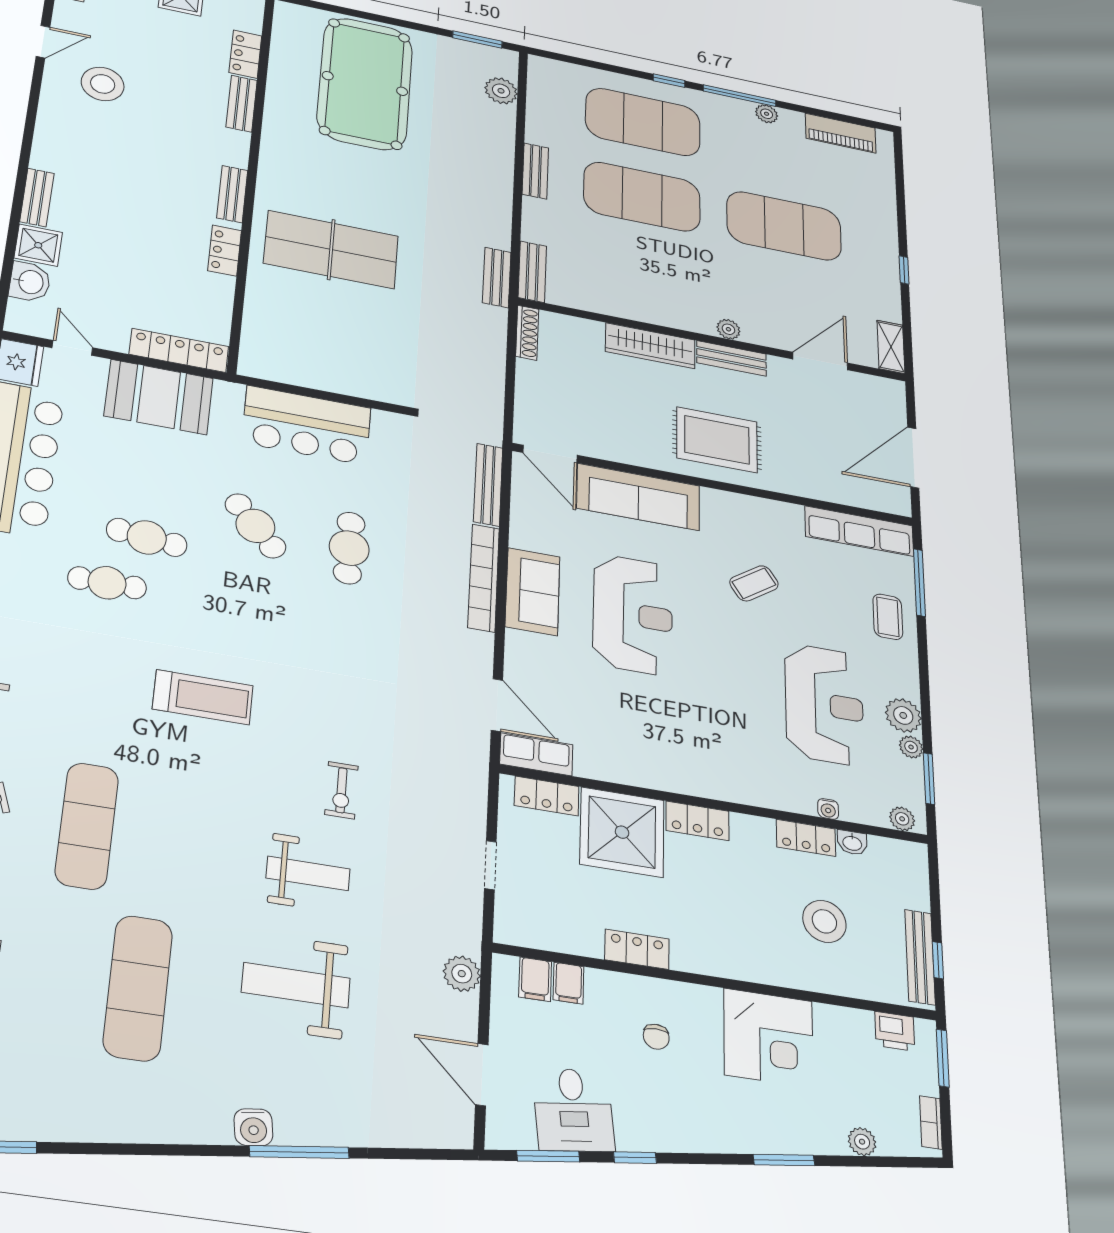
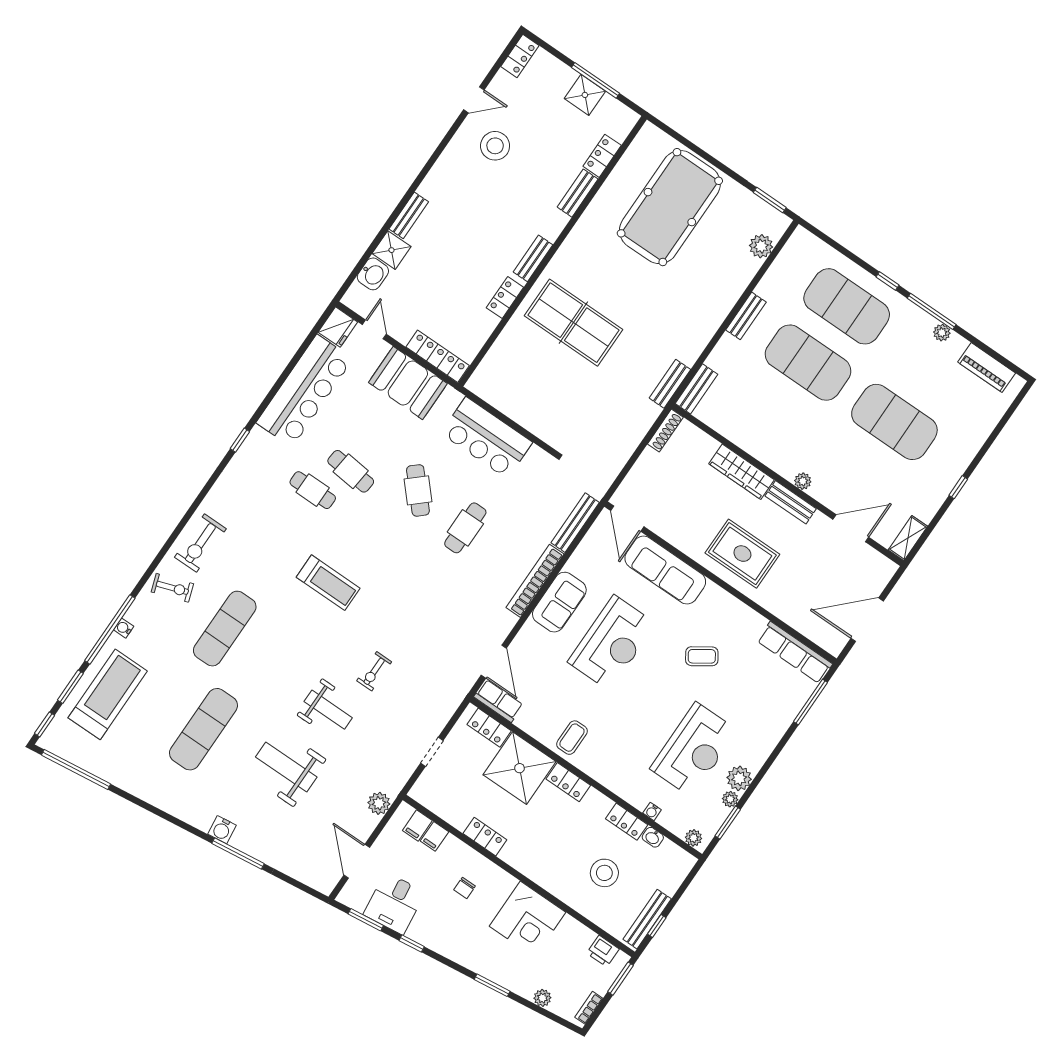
coffee table: (888, 617) -> (572, 738), moved

